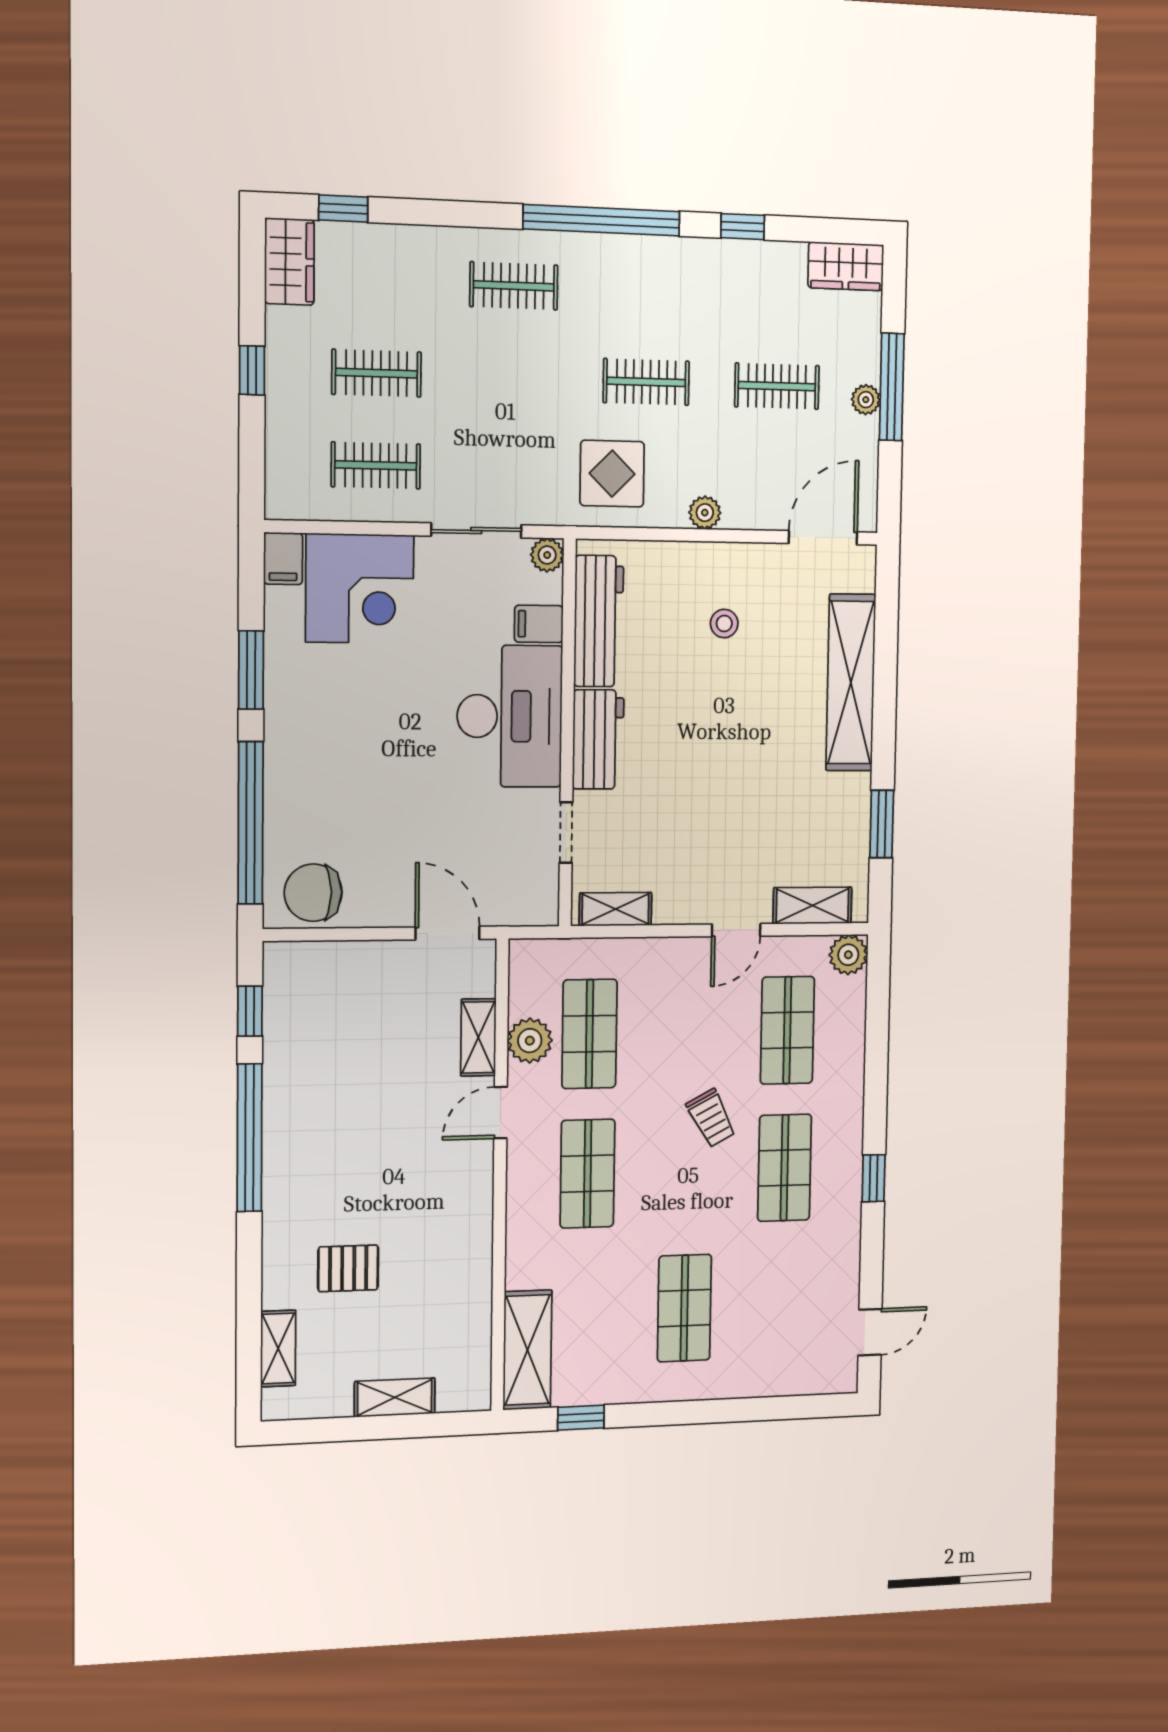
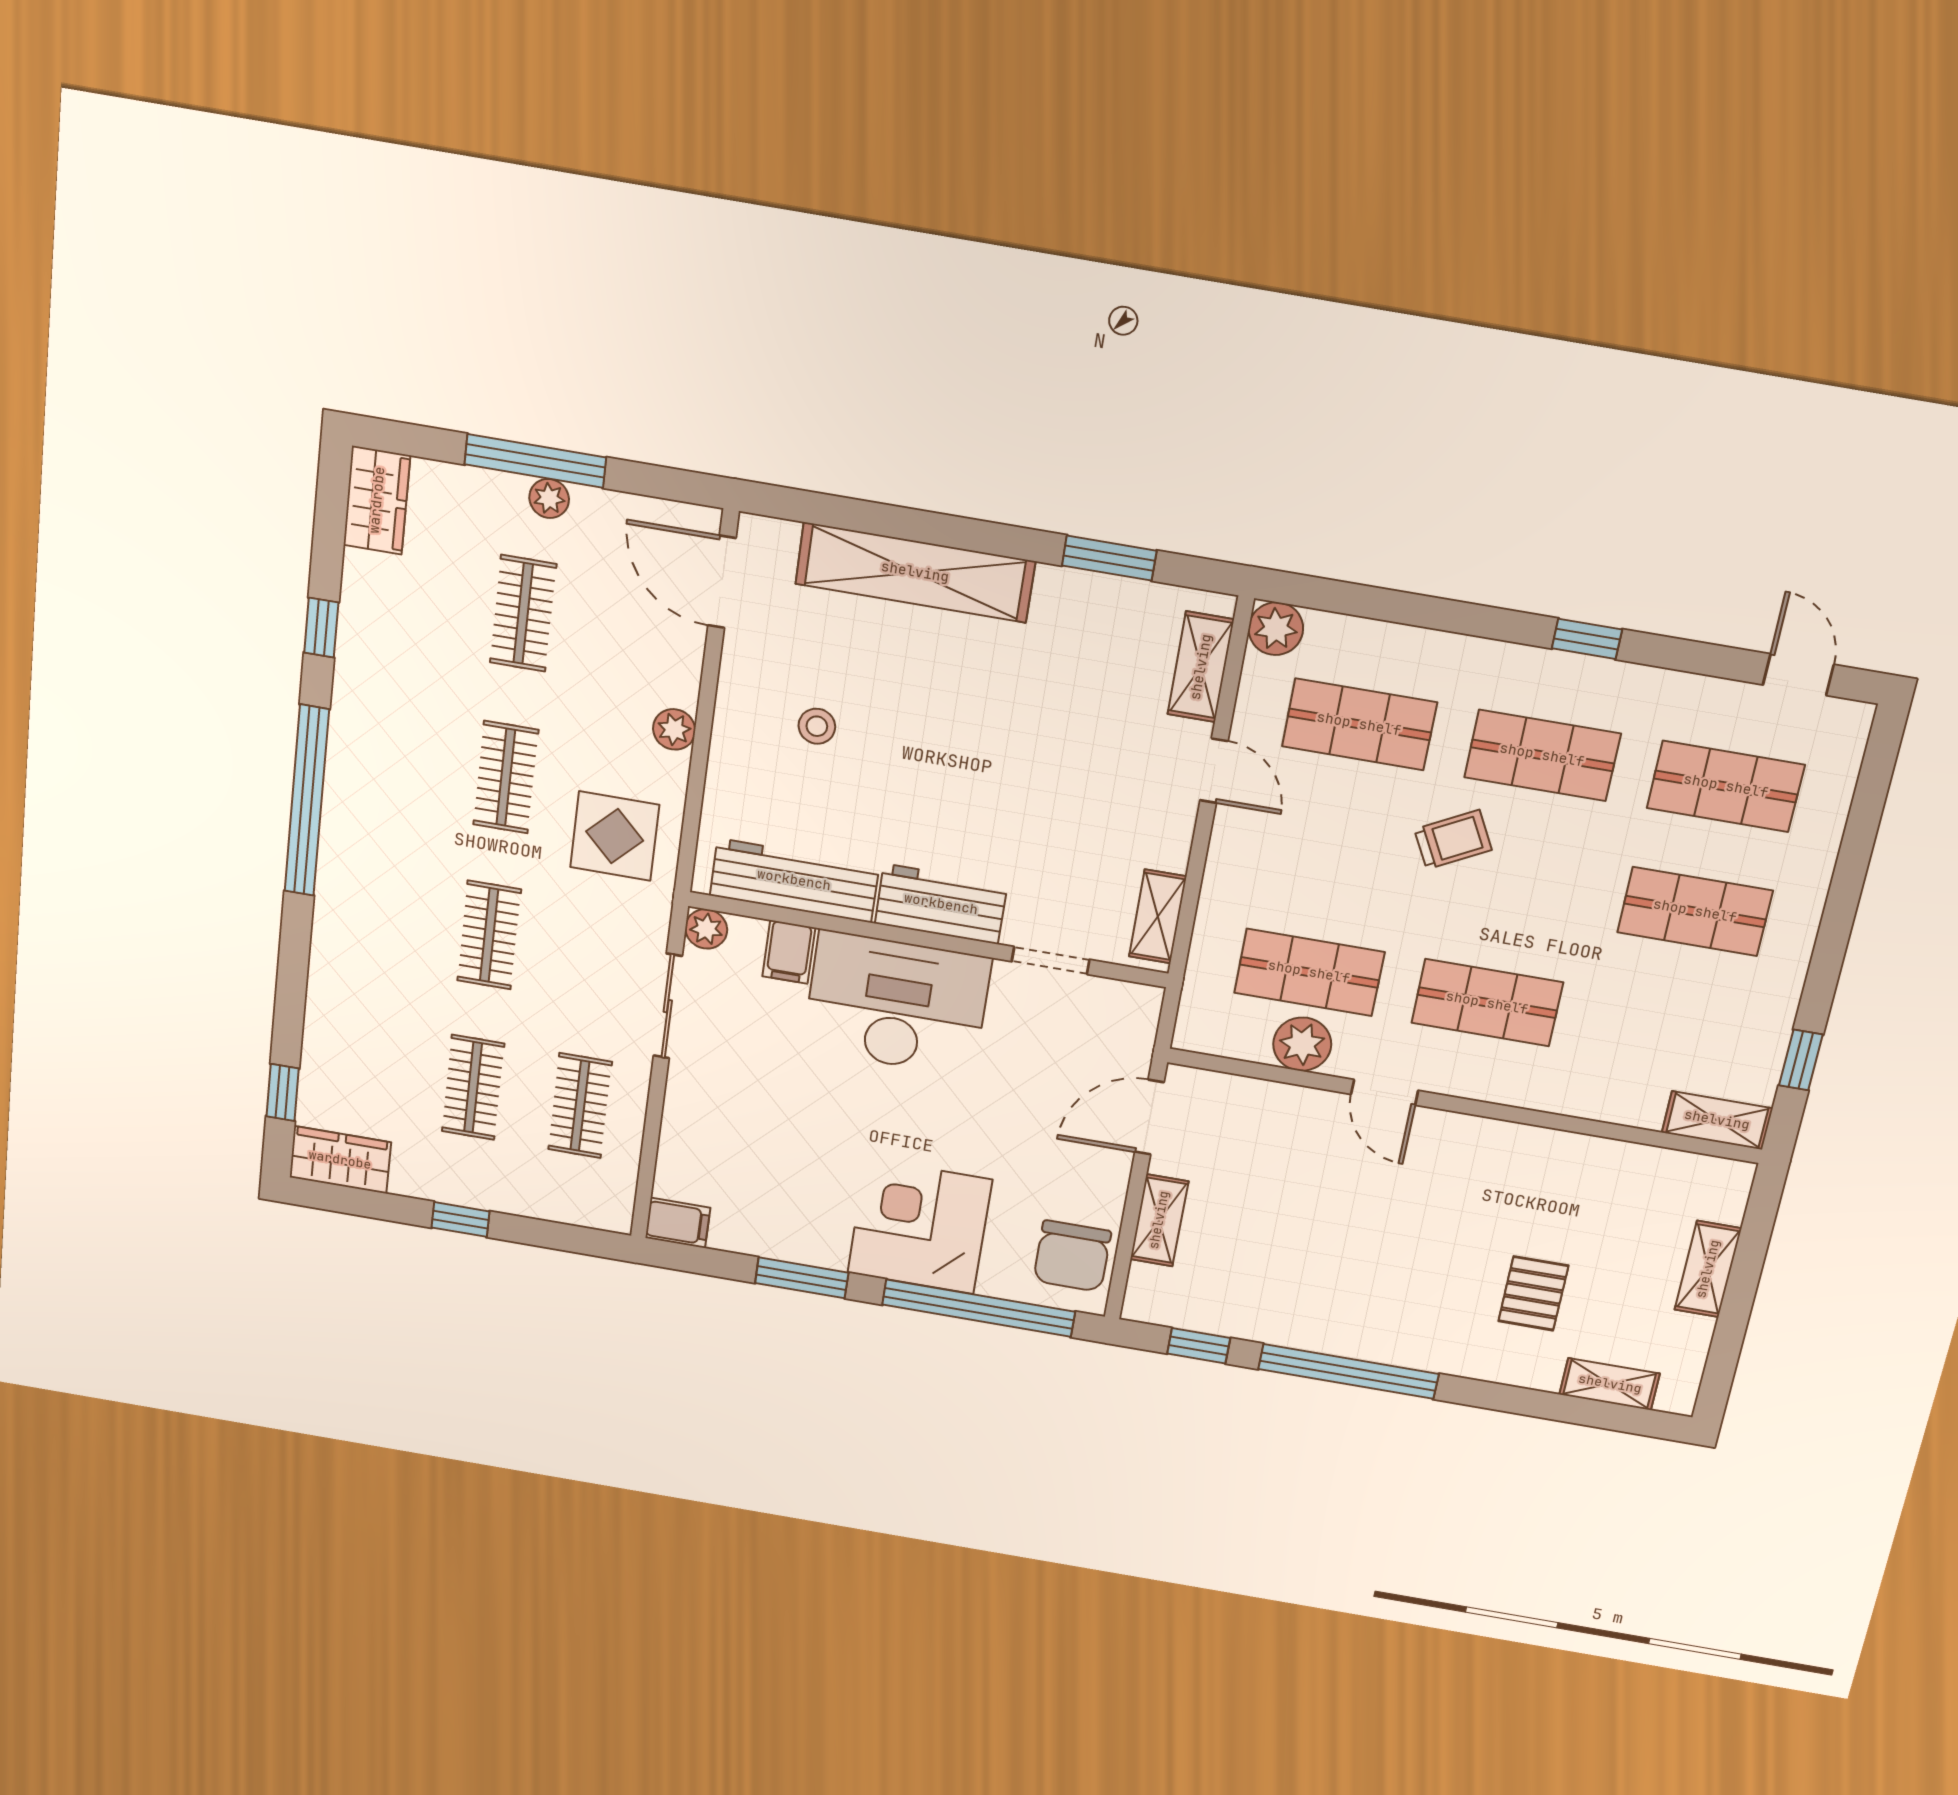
clothes rail: (514, 286) -> (489, 935), moved
corner desk: (360, 589) -> (920, 1226), moved, turned -90
shelving: (478, 1037) -> (1159, 1220), moved, turned 90
shop shelf: (782, 1304) -> (1726, 786), added
shelving: (527, 1350) -> (1717, 1120), width x0.67, depth x0.75

